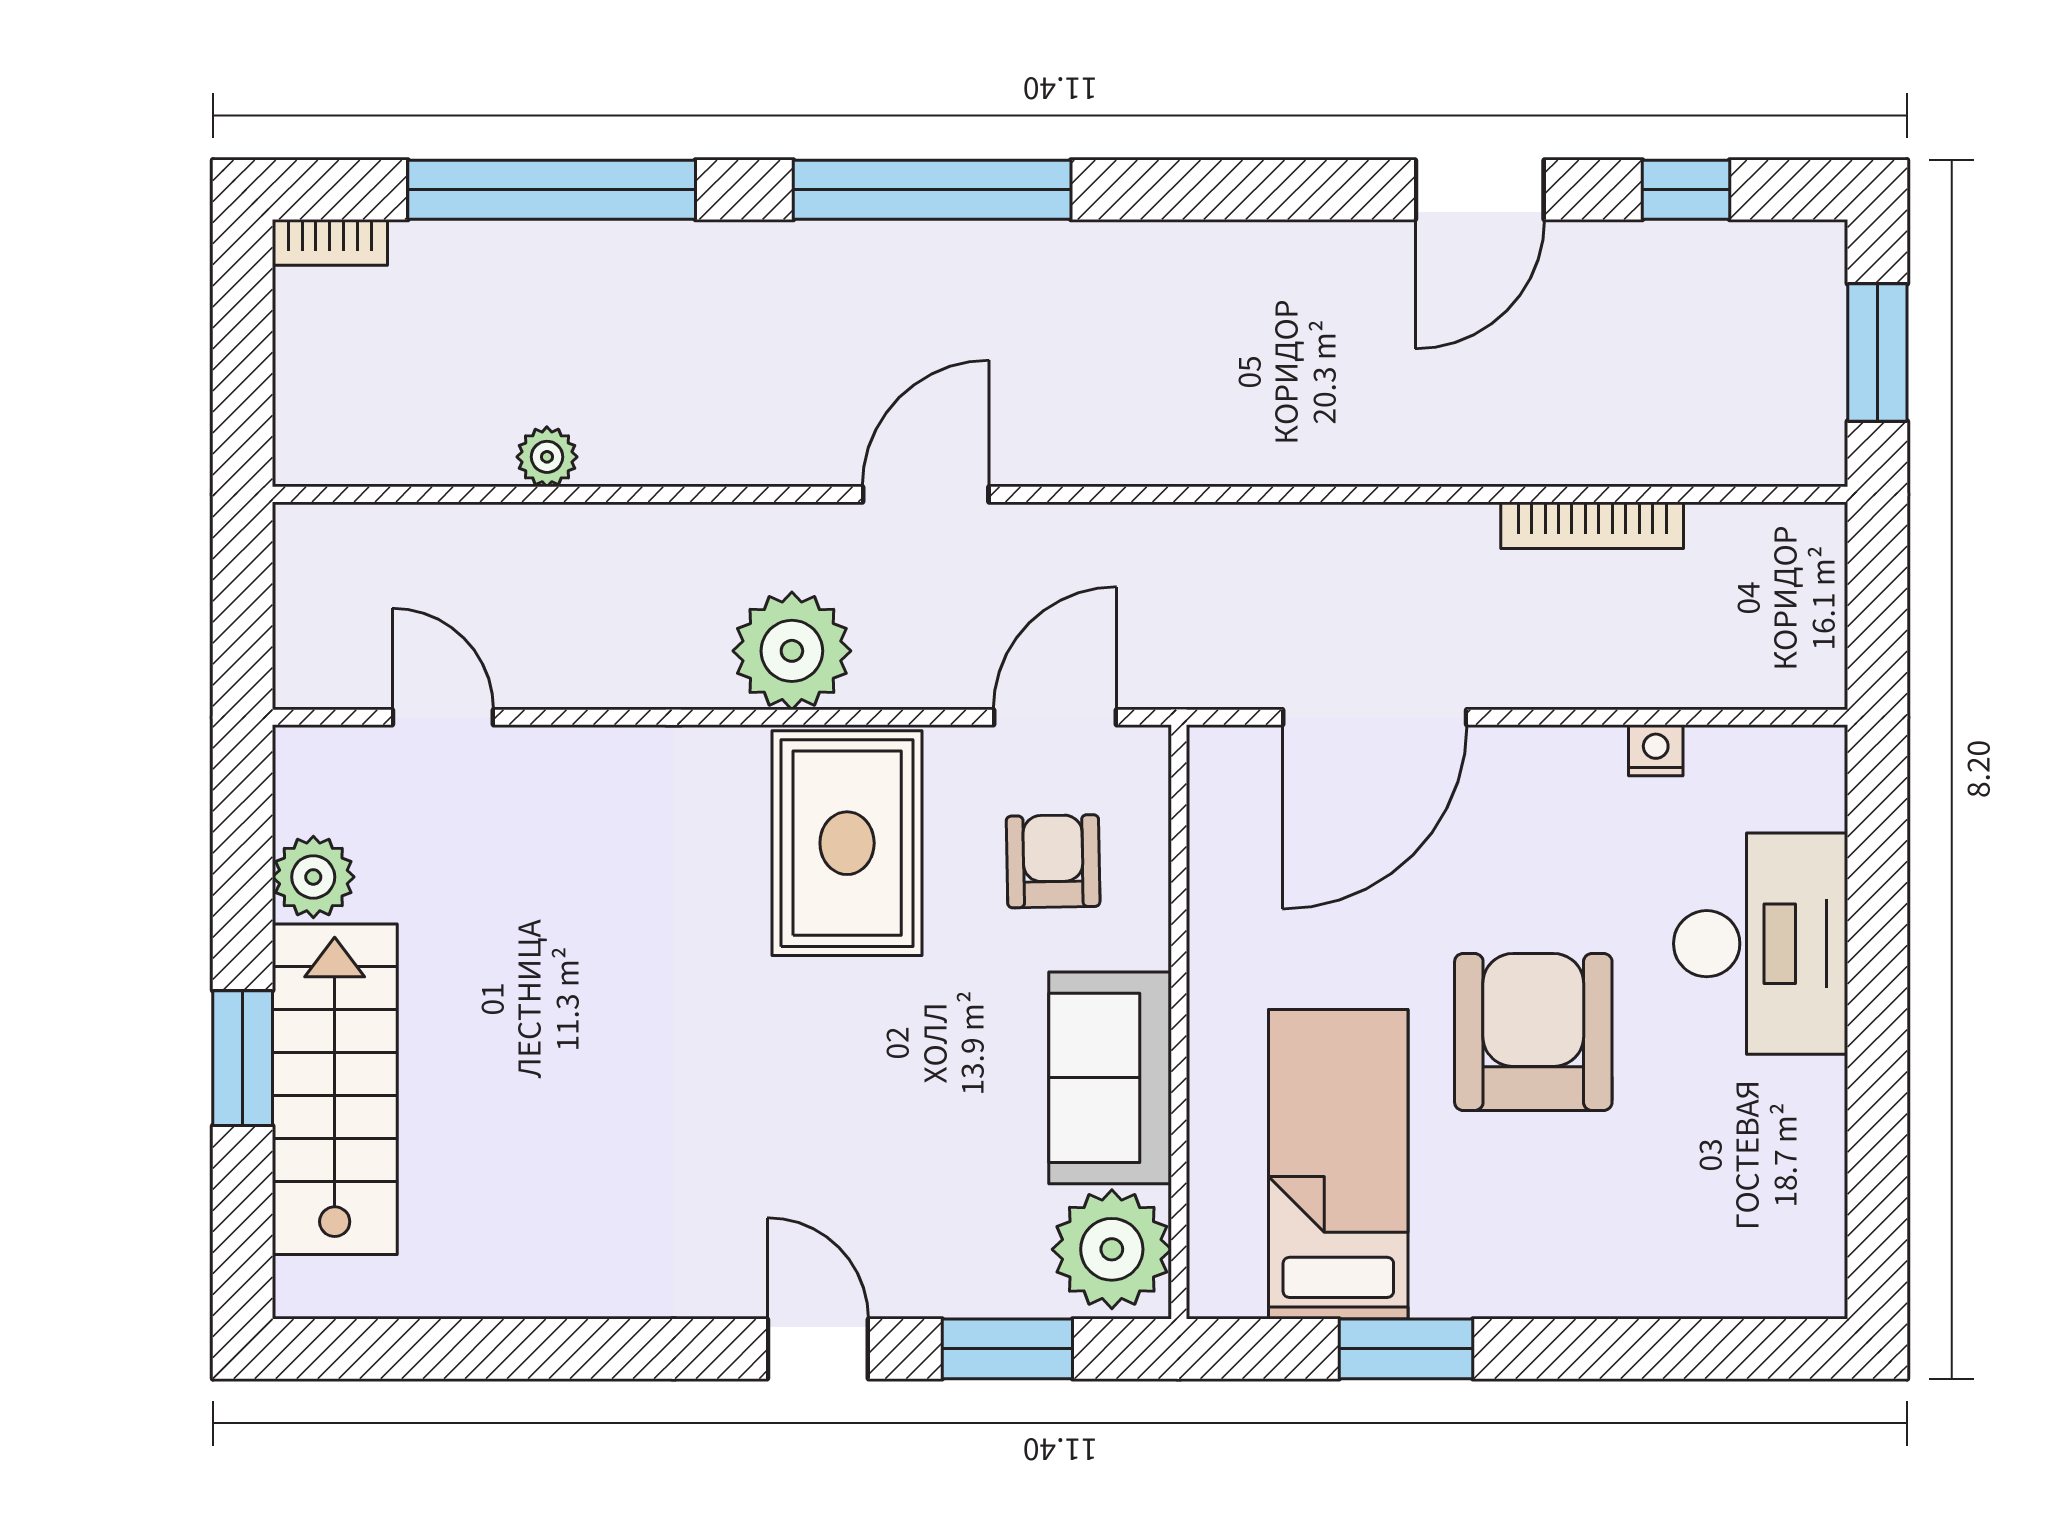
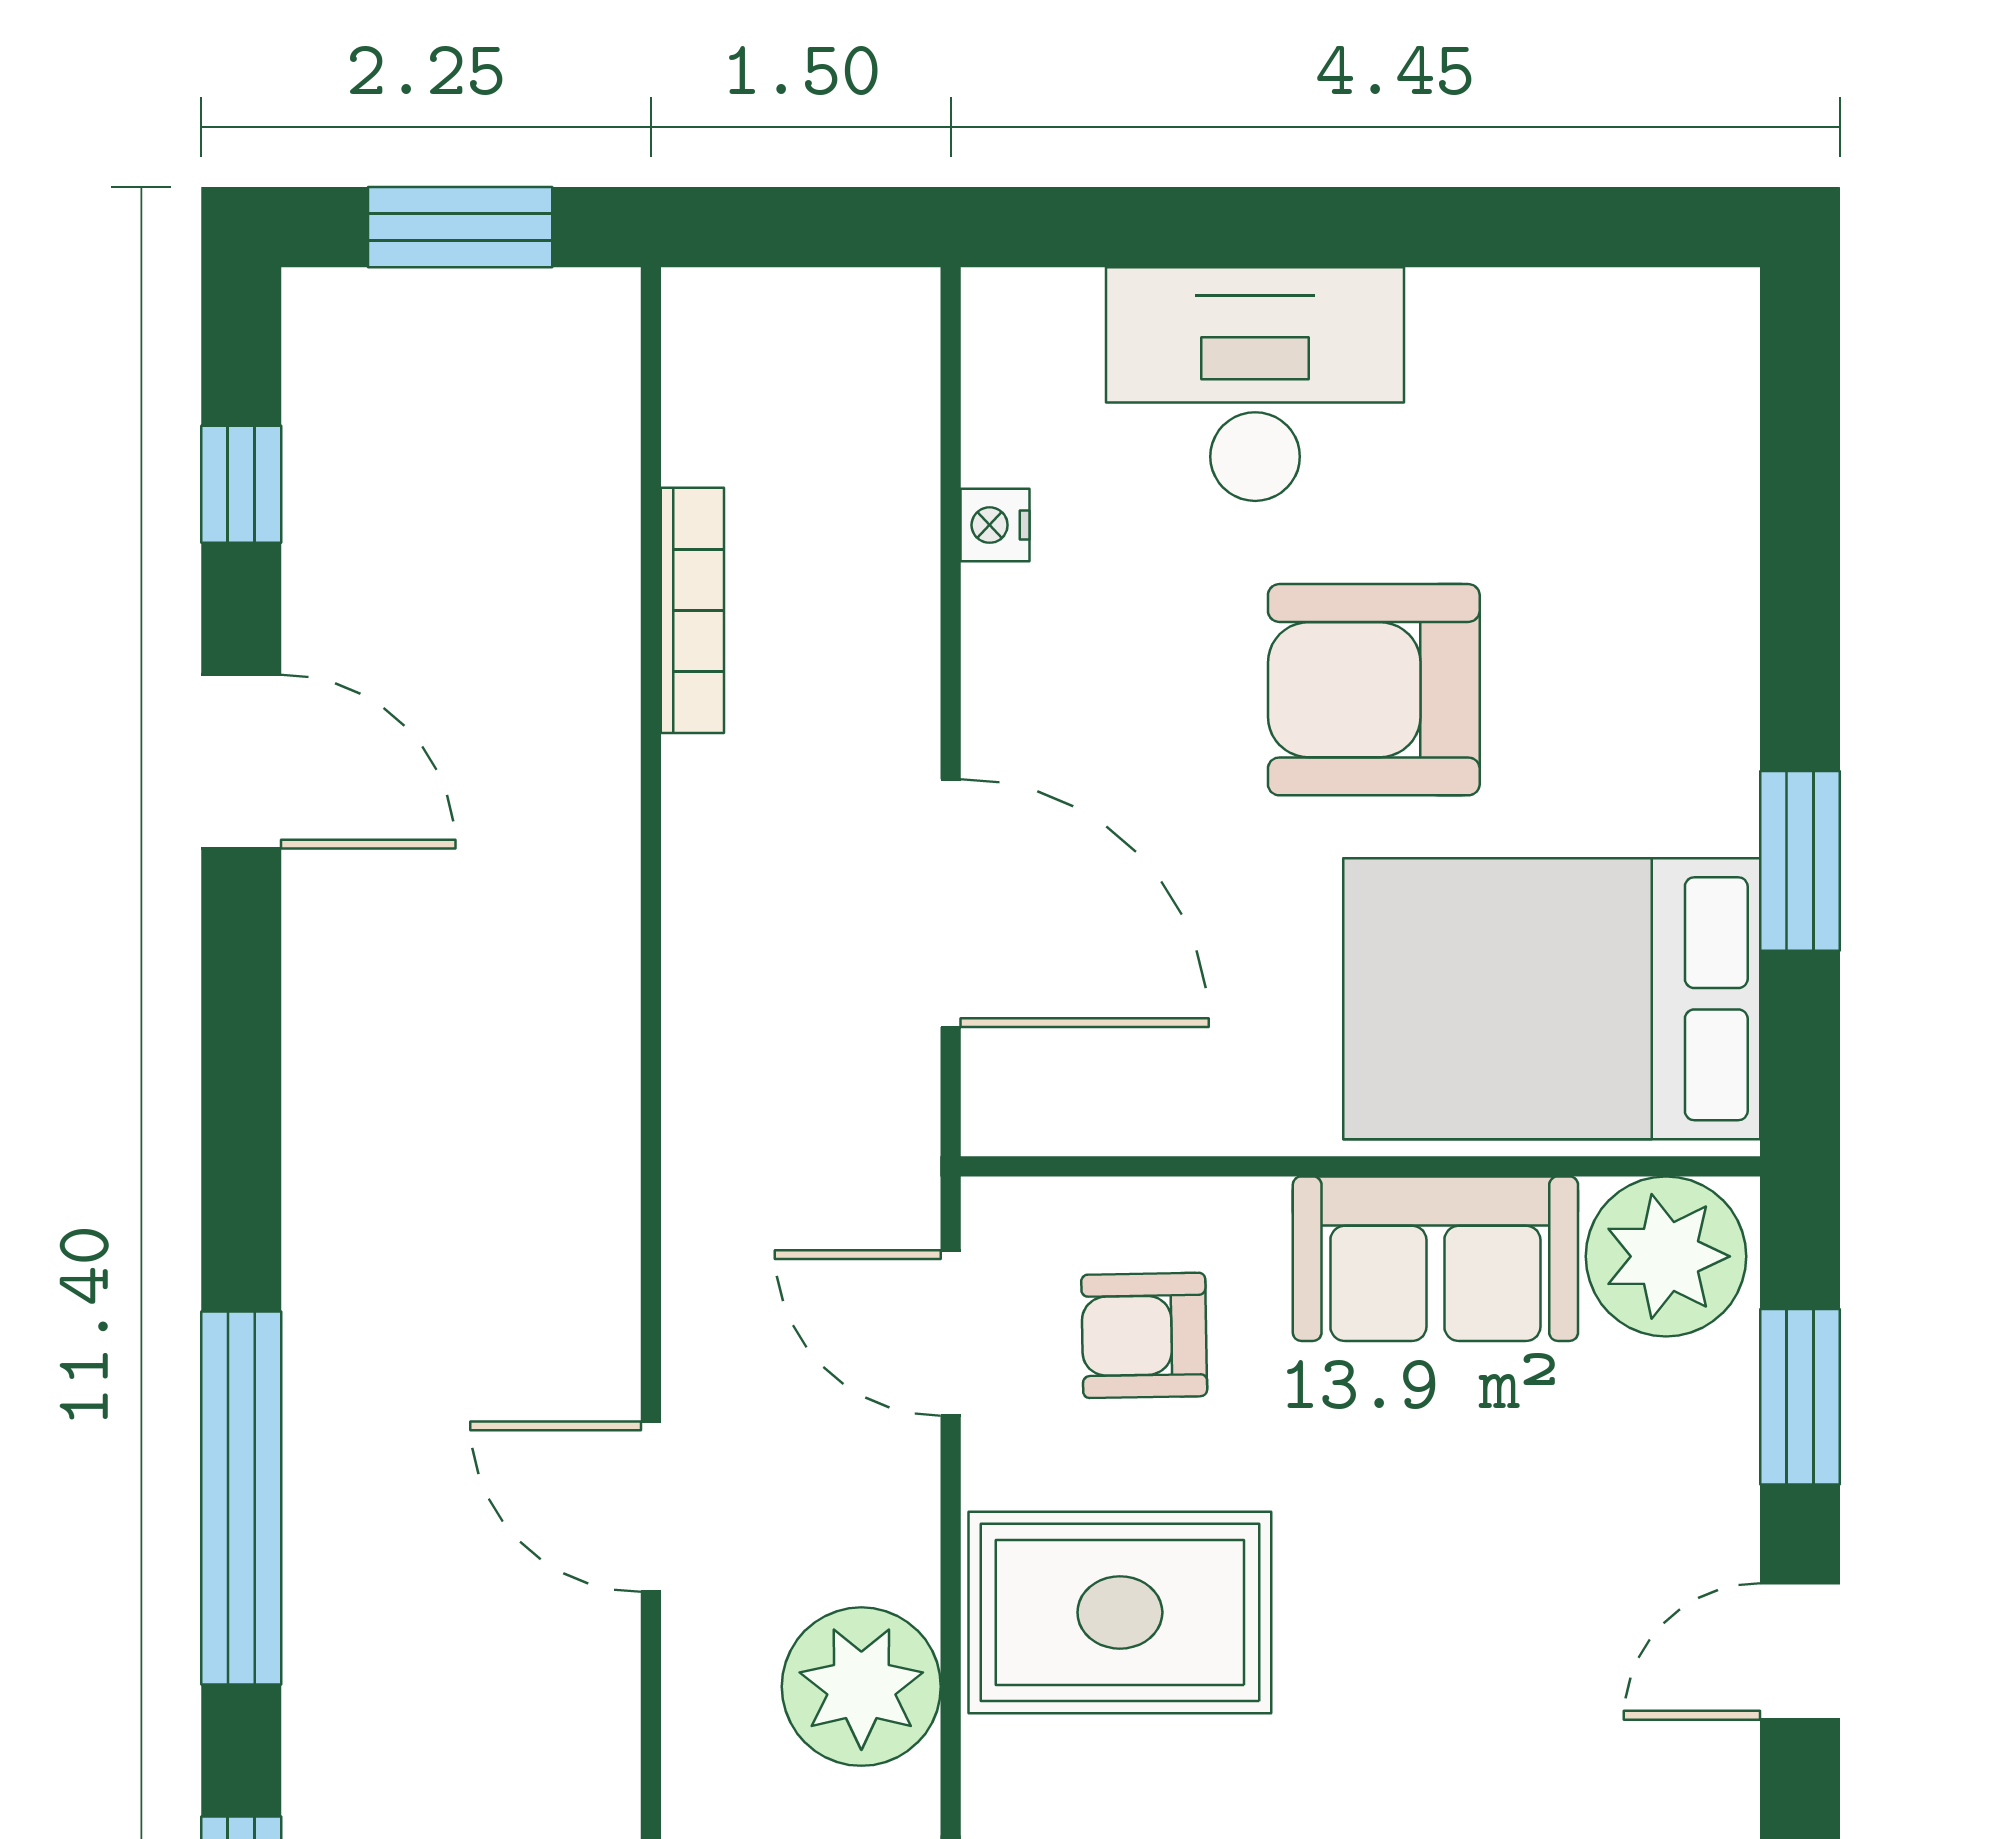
bed: (1338, 1164) -> (1552, 999), width x1.50

